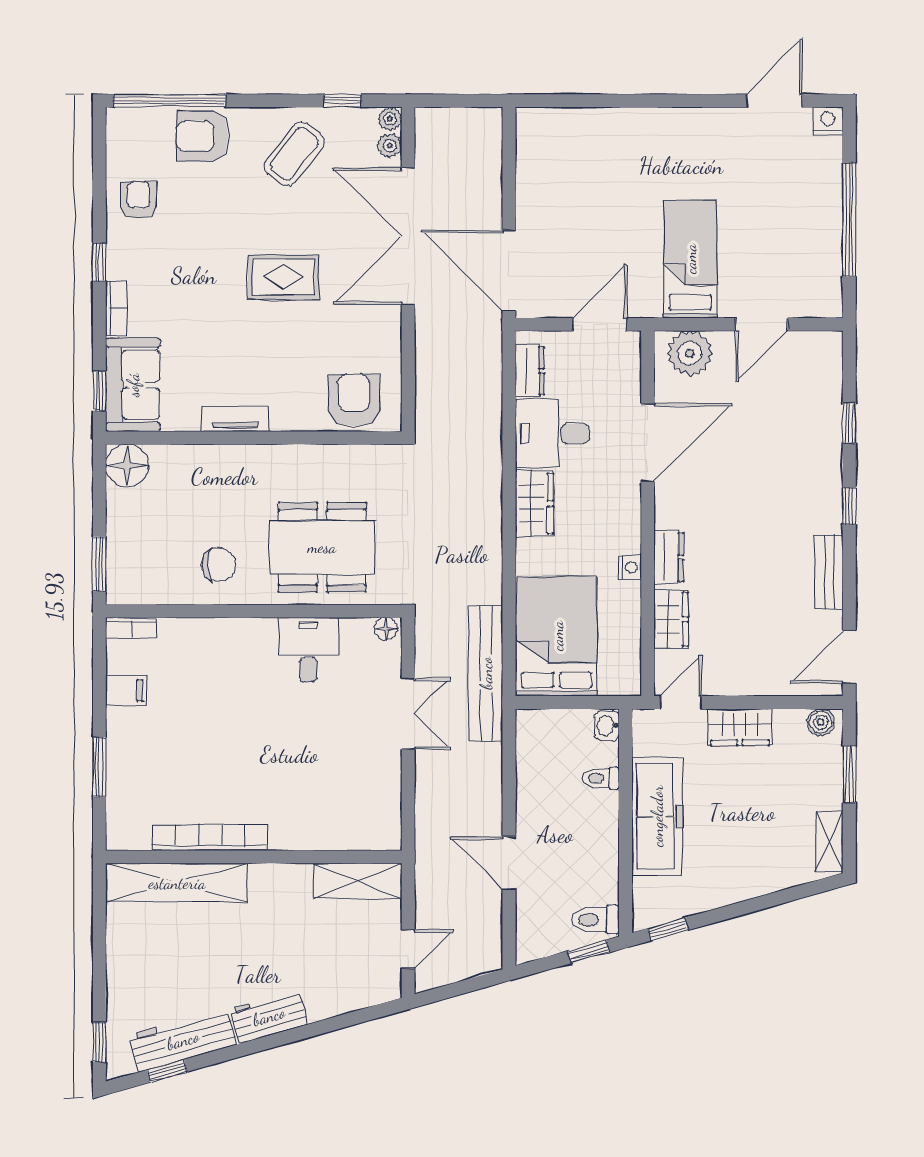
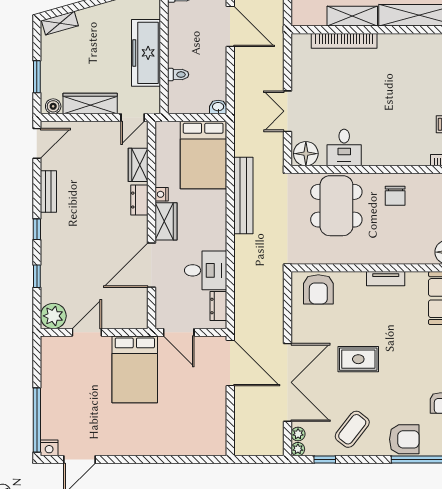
window: (849, 220) -> (37, 420), moved
bed: (690, 259) -> (135, 369), width x1.50
door: (600, 324) -> (179, 332), hinge flipped
plant: (690, 353) -> (53, 316), moved
wardrobe: (534, 503) -> (166, 221), moved, turned 180
dining table: (322, 547) -> (336, 206), turned 90
chair: (219, 565) -> (395, 196), turned -90
floor lamp: (386, 629) -> (306, 154), width x1.89, depth x1.89
bench: (486, 673) -> (243, 195), moved
washbasin: (607, 726) -> (218, 107), moved, turned -90
wardrobe: (740, 727) -> (90, 104), width x1.50
bookcase: (210, 837) -> (344, 41), moved
shelving: (829, 842) -> (60, 23), moved, turned 74
door: (509, 863) -> (230, 26), width x1.36
shelving: (358, 881) -> (352, 16), moved

